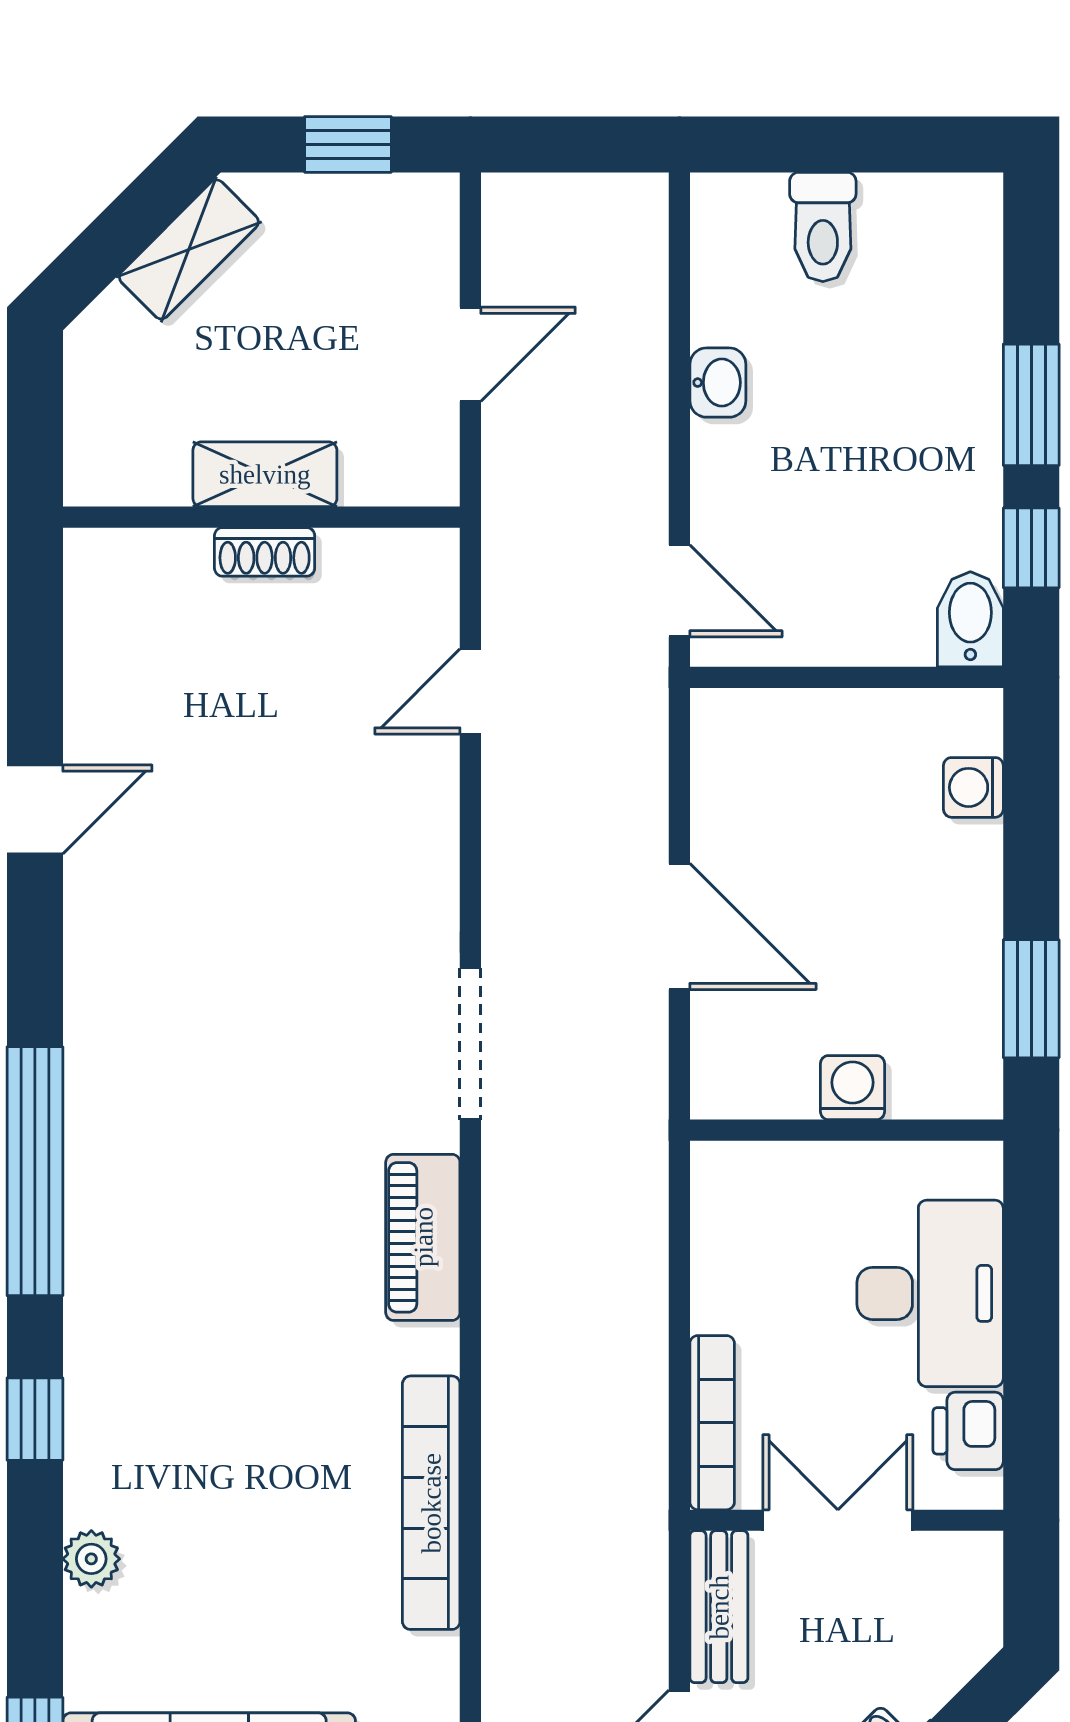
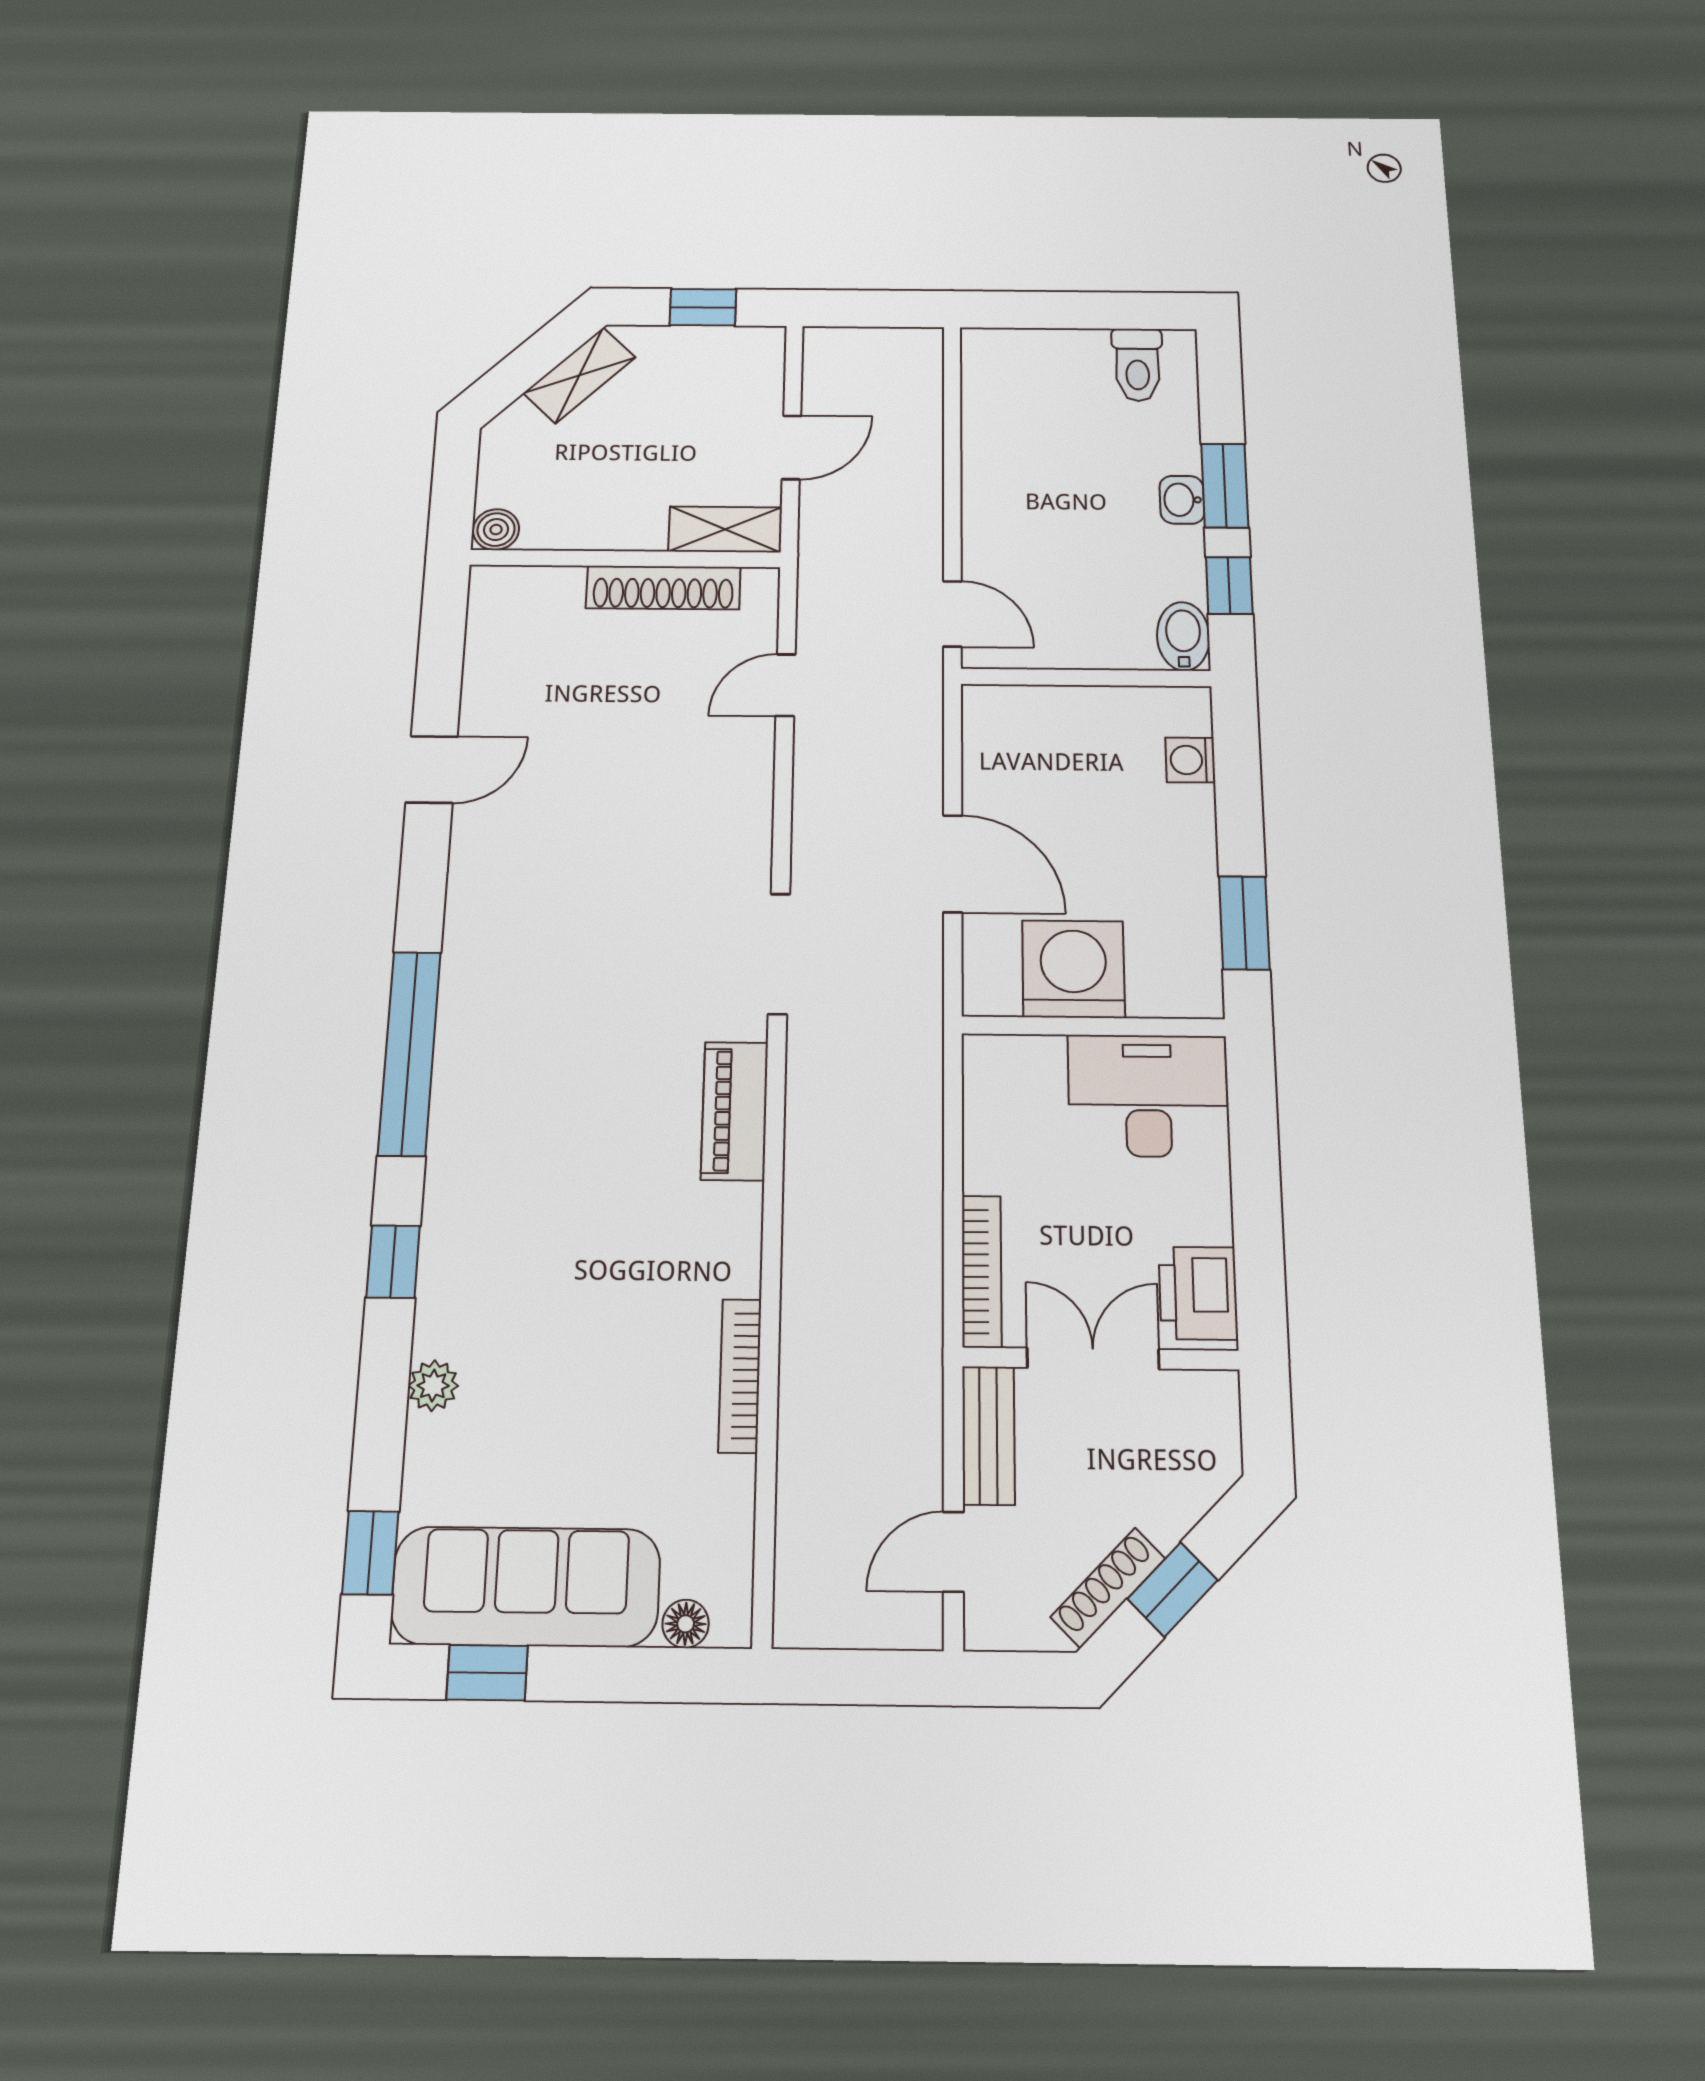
toilet: (823, 227) -> (1137, 365), moved
washbasin: (718, 383) -> (1182, 500), moved, turned 180
shelving: (265, 474) -> (725, 529), moved
boiler: (94, 477) -> (496, 530), added
shoe rack: (265, 552) -> (663, 588), width x1.94, depth x1.24
washing machine: (852, 1088) -> (1073, 969), width x1.89, depth x1.89
desk: (930, 1293) -> (1148, 1096), moved, turned -90
printer: (968, 1431) -> (1198, 1293), width x1.36, depth x1.24
bookcase: (431, 1503) -> (740, 1376), width x0.68, depth x0.76

